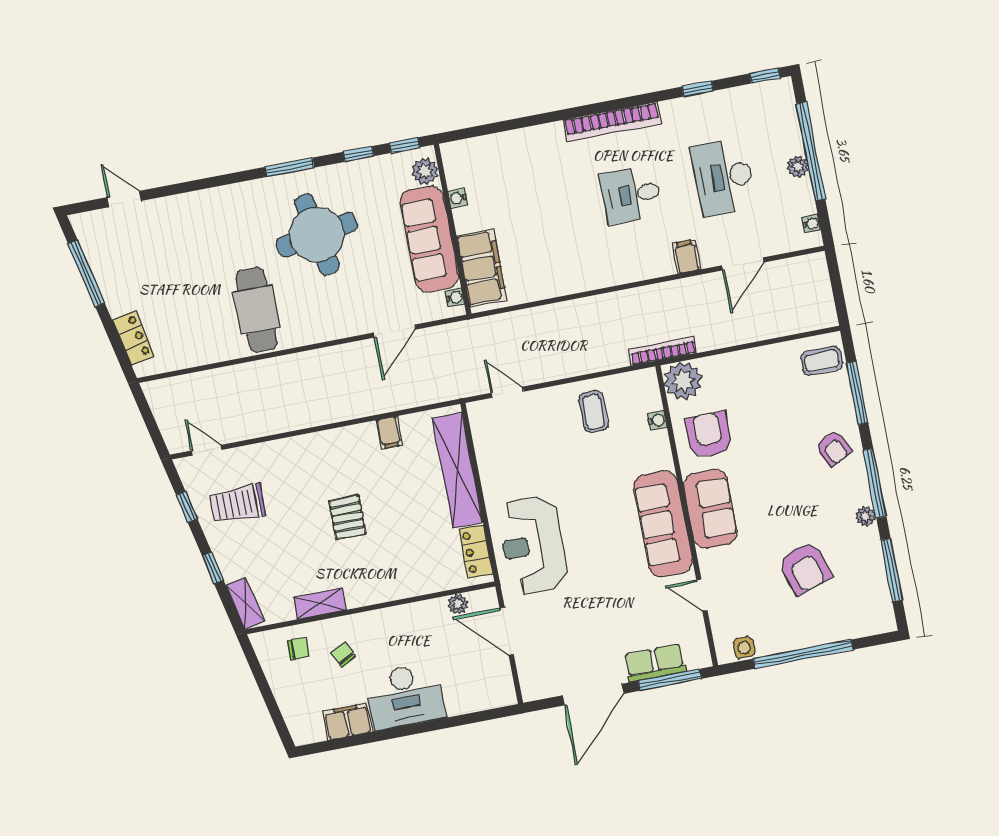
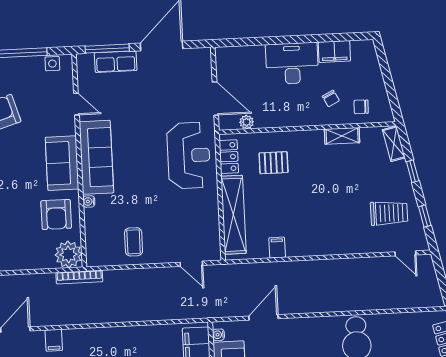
water cooler: (657, 420) -> (89, 201), moved
pallet: (347, 517) -> (274, 163), moved, turned 90

